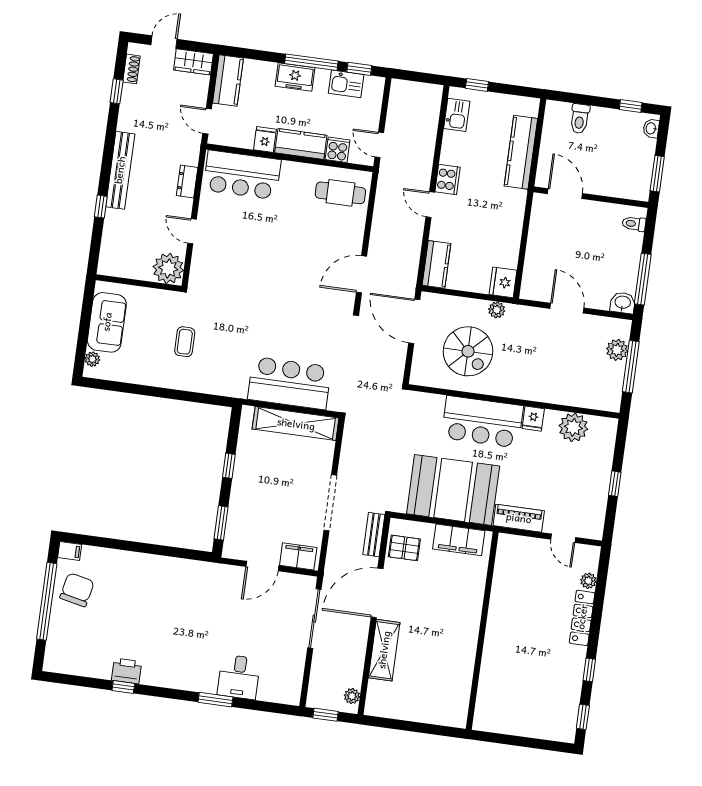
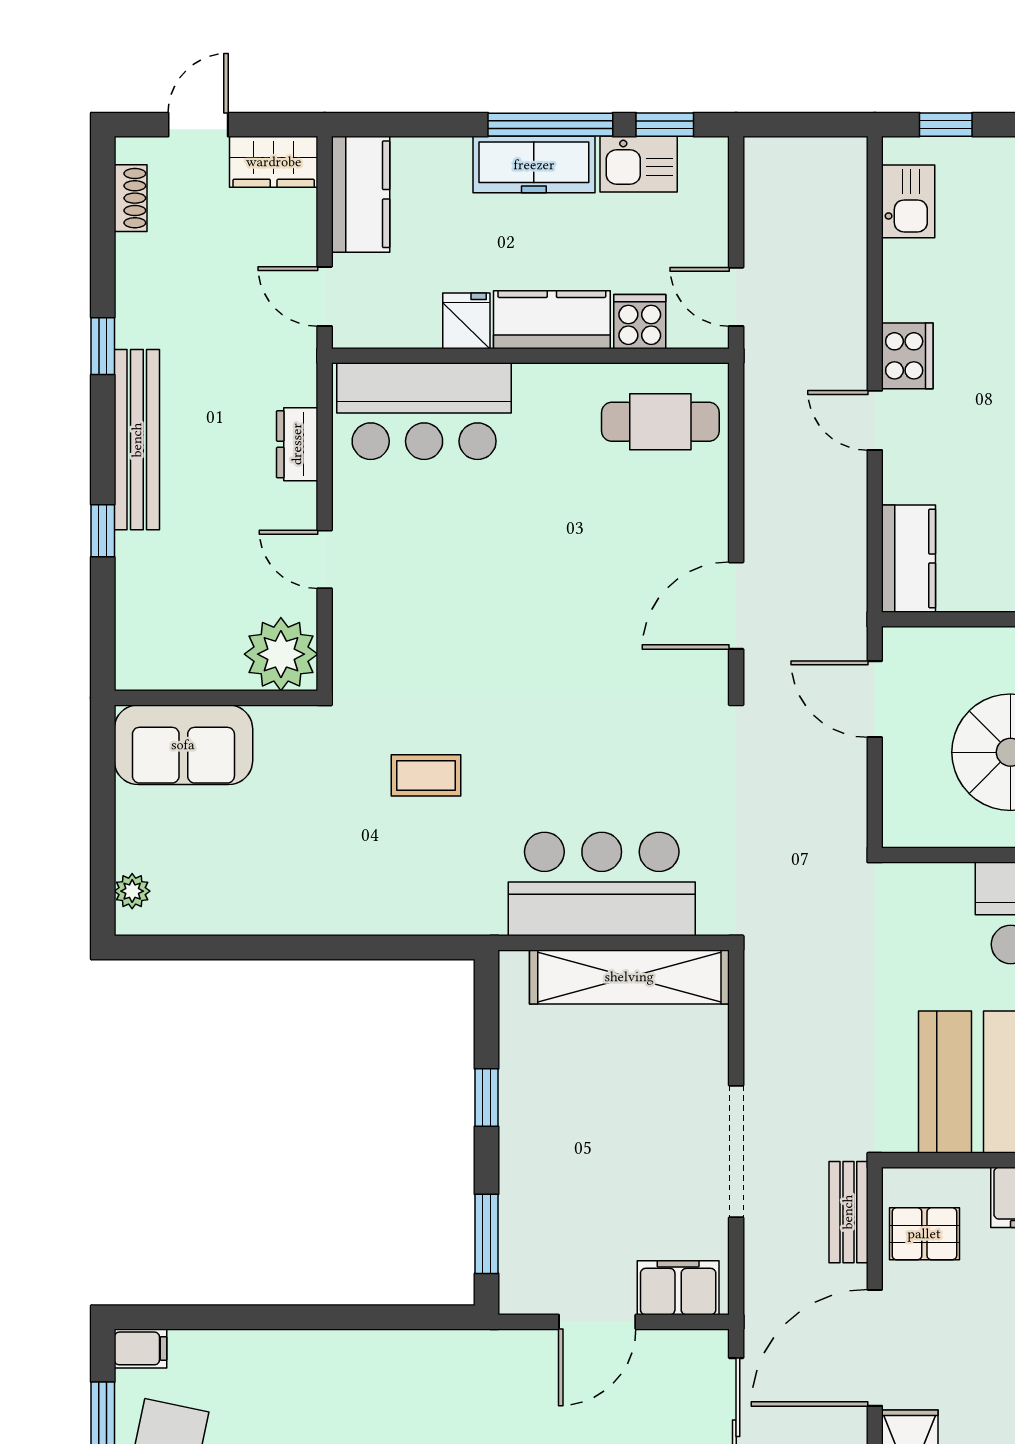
freezer: (295, 77) -> (534, 165), width x1.40
window: (117, 91) -> (103, 346), moved
door: (414, 321) -> (875, 699), width x0.73
sofa: (107, 322) -> (183, 745), moved, turned 90
coffee table: (185, 342) -> (426, 775), moved, turned 90

